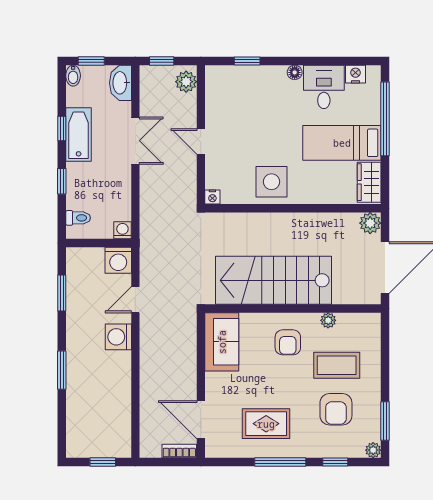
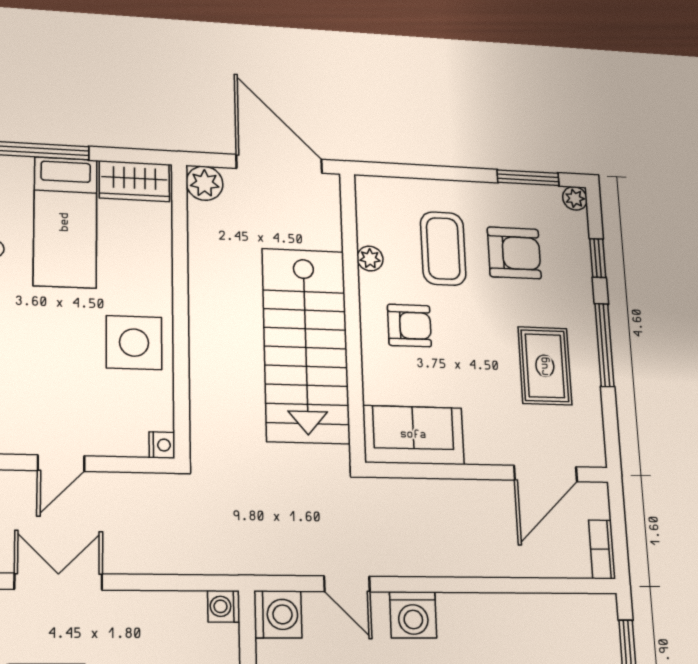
bookcase: (179, 451) -> (602, 549), moved

